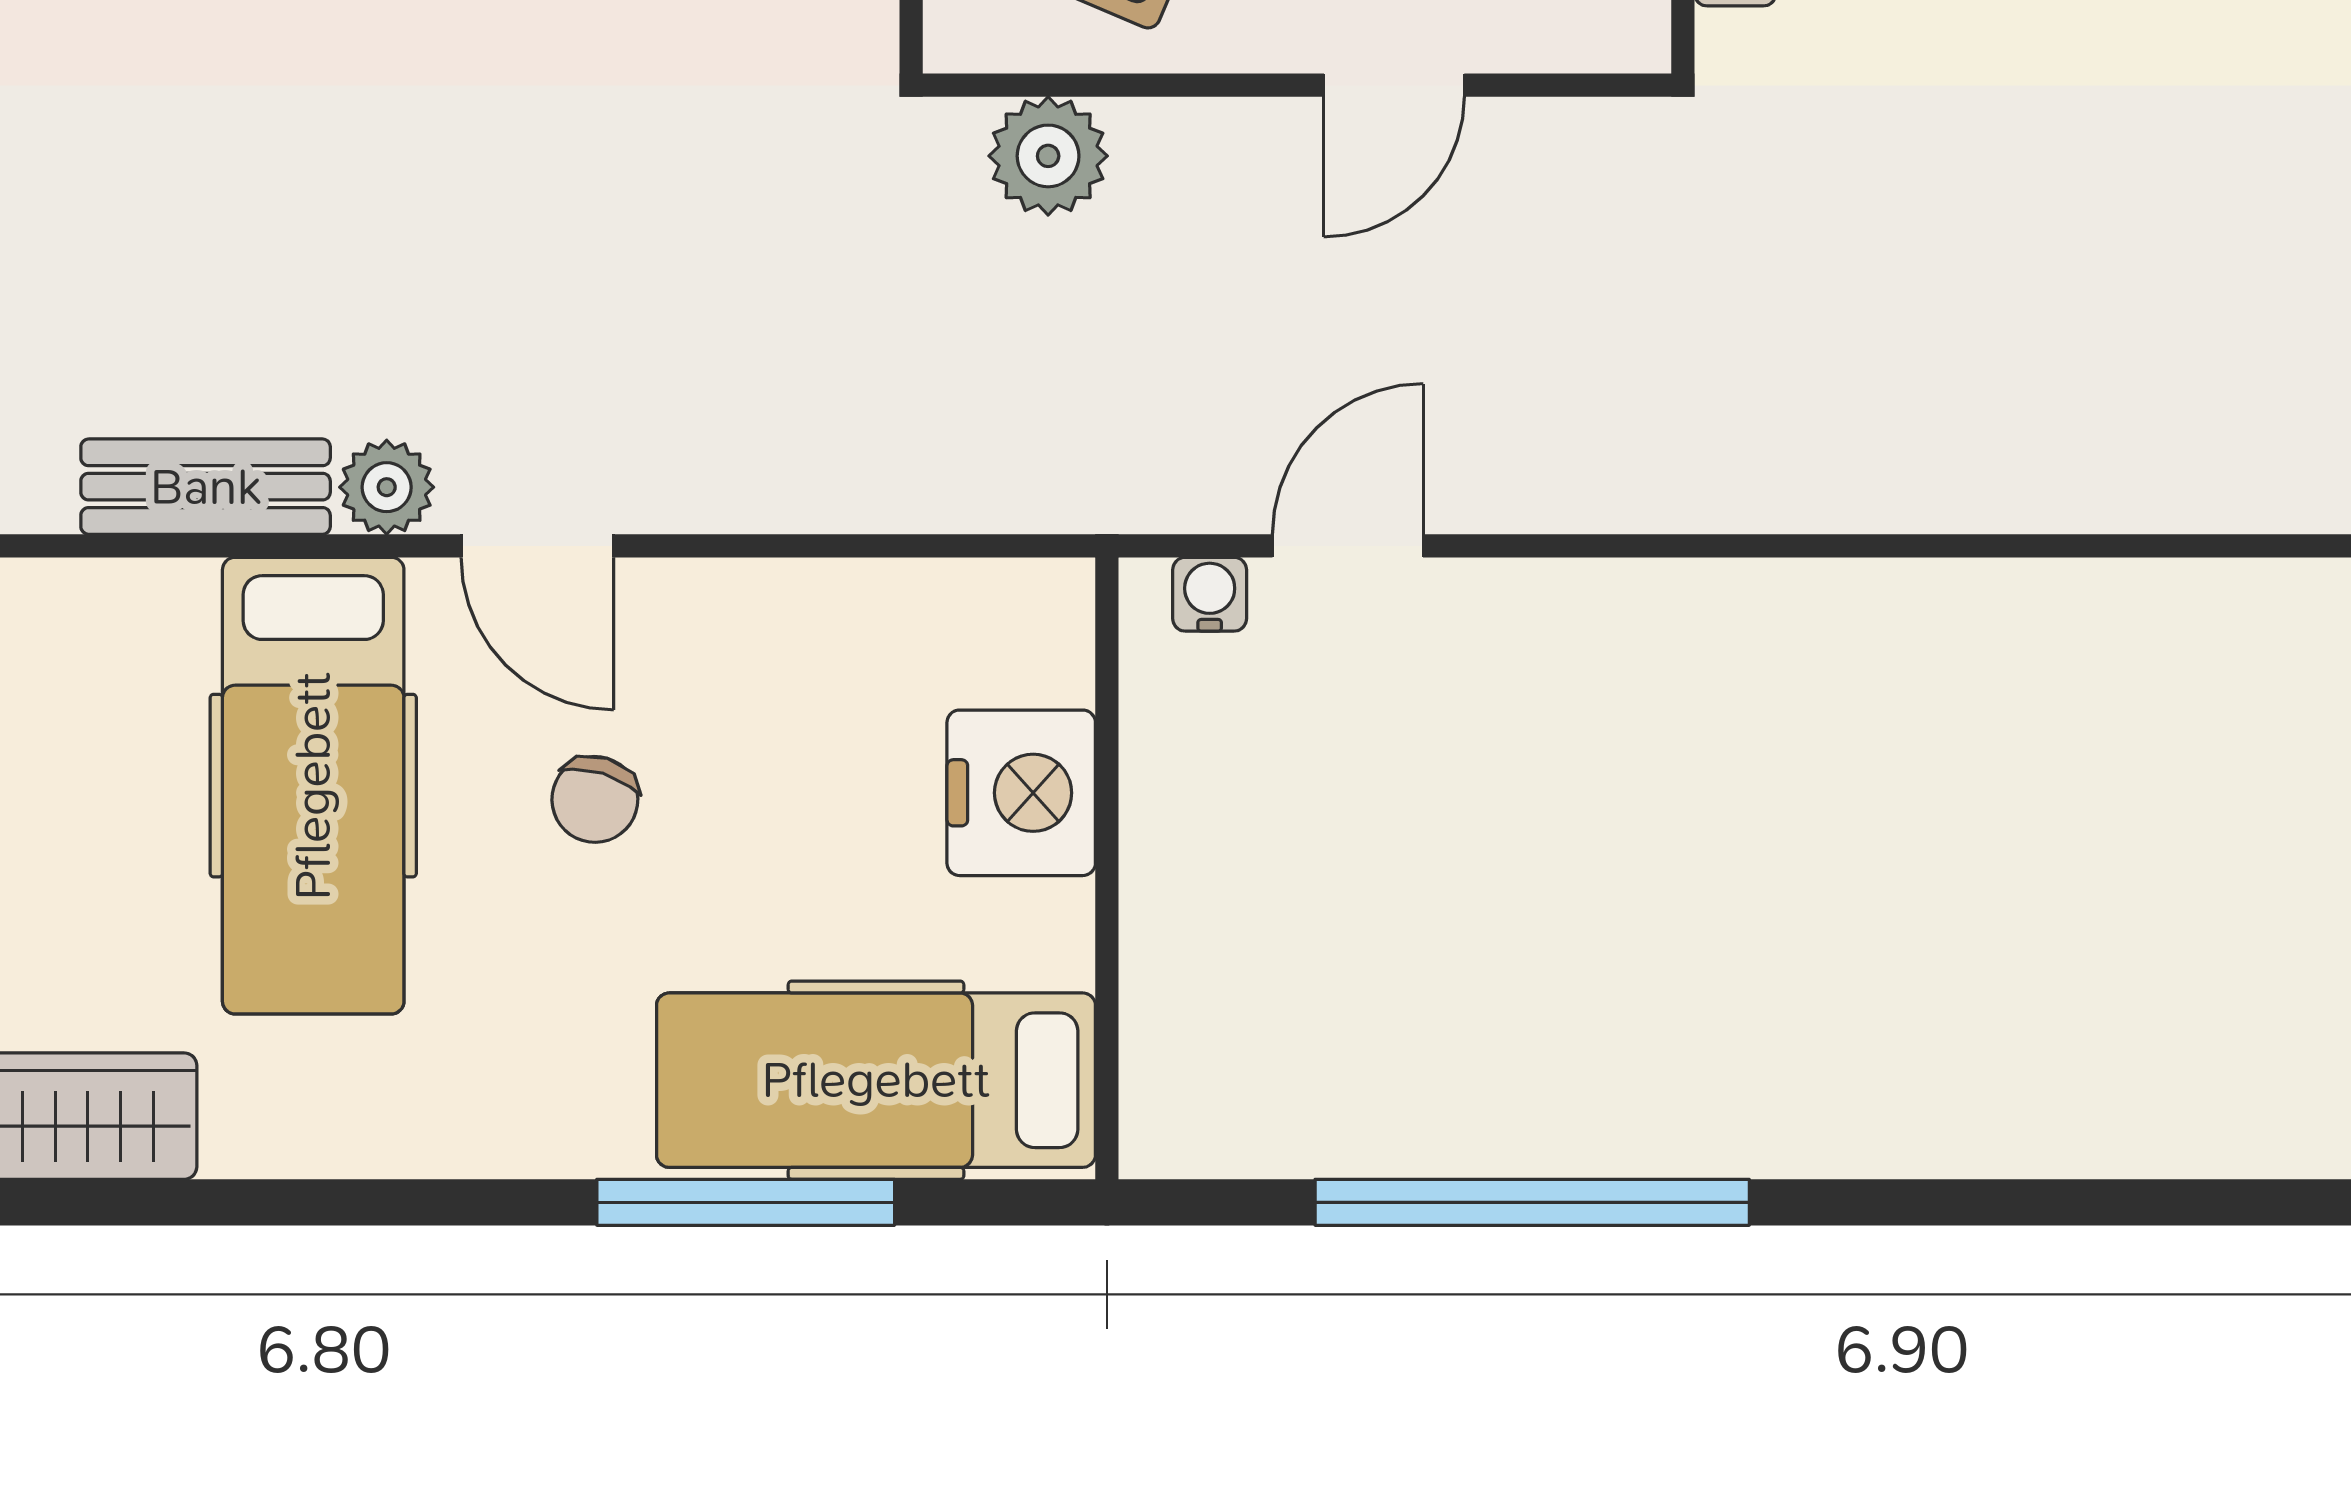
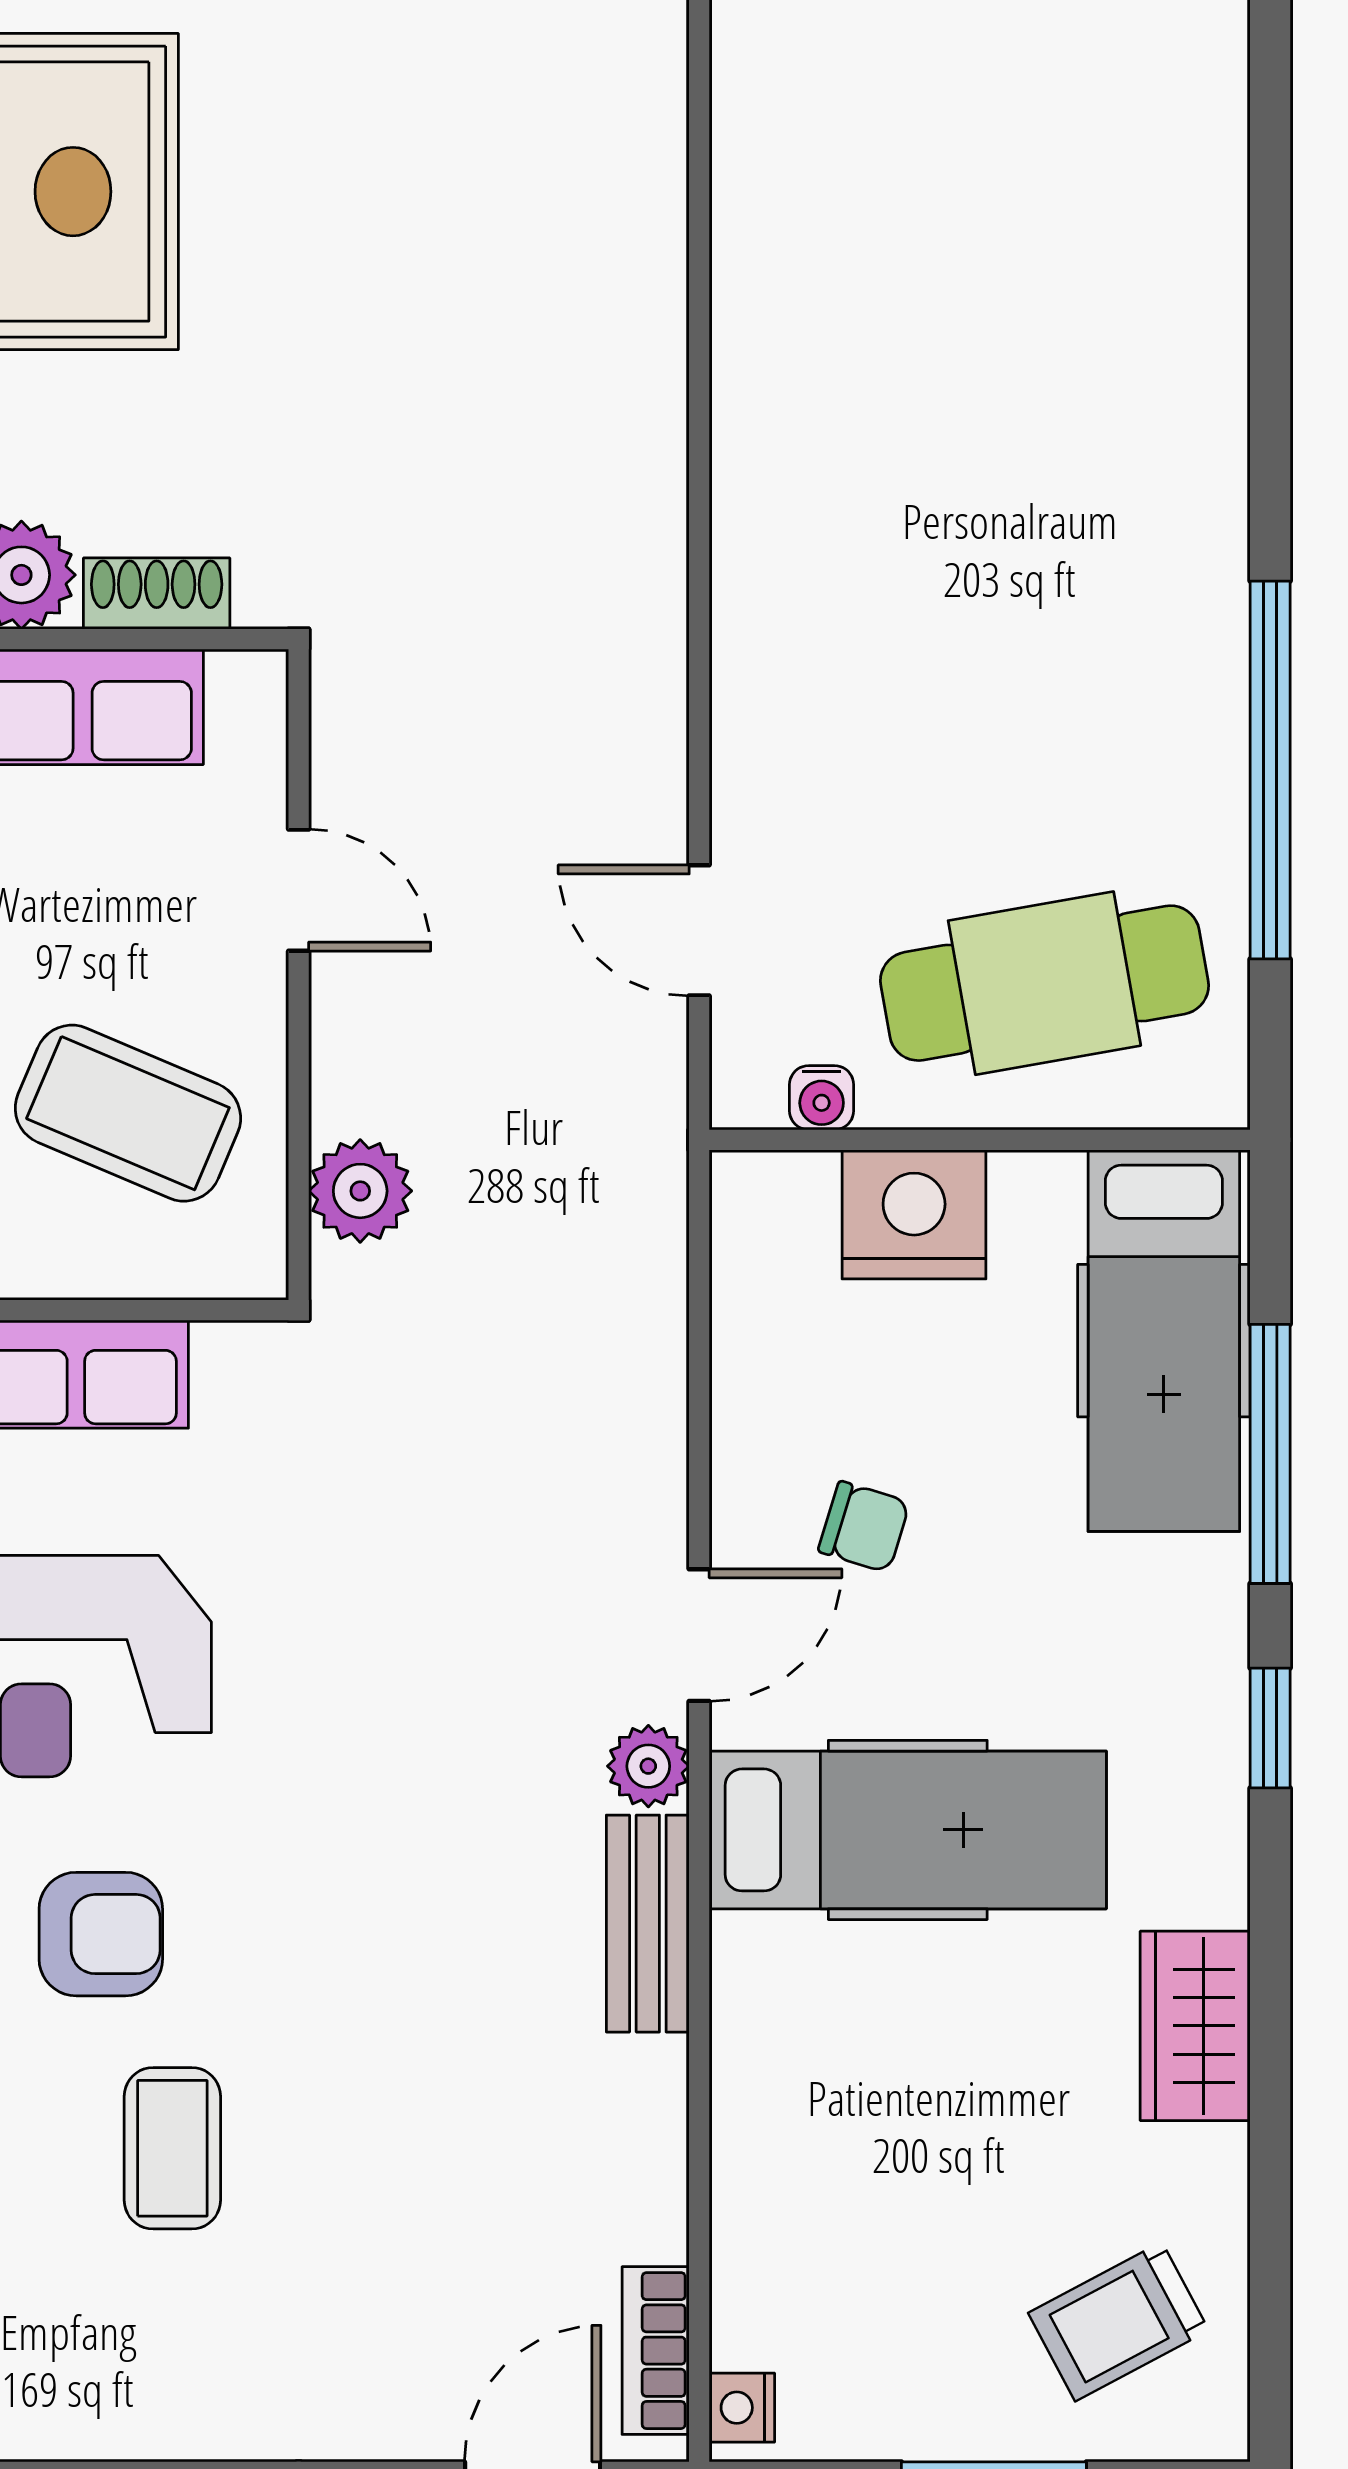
water cooler: (1210, 594) -> (822, 1098), moved, turned -90
chair: (595, 799) -> (864, 1527), moved
cafe table: (1287, 943) -> (1044, 983), added
window: (430, 1202) -> (1270, 1728), added

